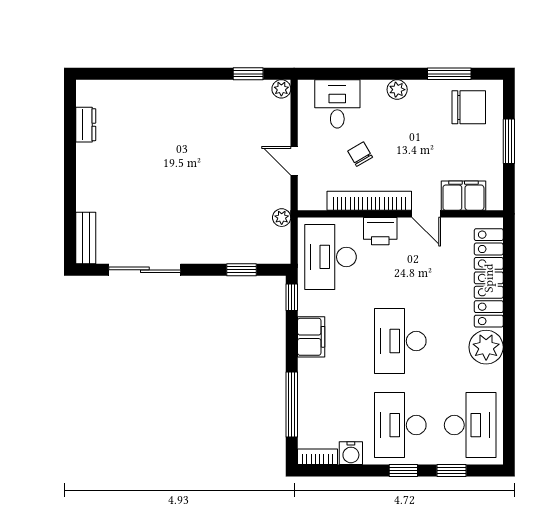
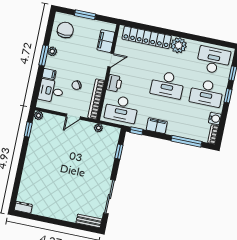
window: (449, 74) -> (44, 55), moved
plant: (397, 90) -> (52, 51), moved
filing cabinet: (372, 93) -> (49, 74), added
dresser: (86, 125) -> (23, 207), moved
bookcase: (369, 201) -> (96, 99), moved

